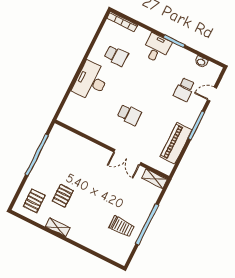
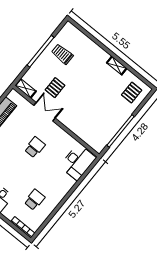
school desk: (116, 56) -> (34, 200), turned 90
desk: (91, 81) -> (78, 162), moved
school desk: (129, 115) -> (35, 147), turned 90
pallet: (63, 196) -> (55, 88), moved

